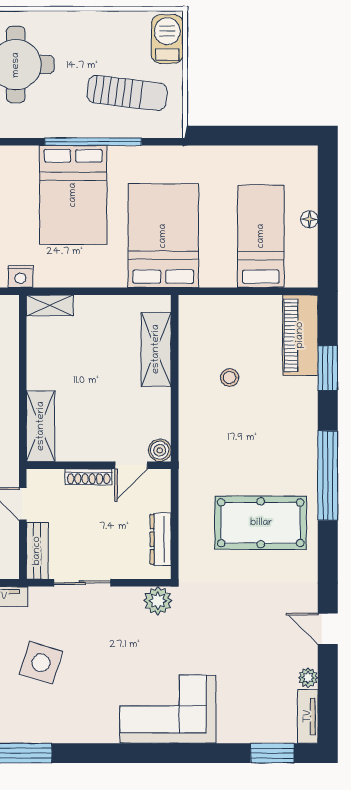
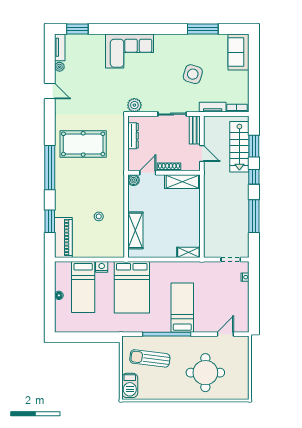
bed: (73, 195) -> (182, 308), width x0.67
nightstand: (20, 276) -> (102, 267), moved
shelving: (41, 426) -> (182, 182), moved, turned 90

